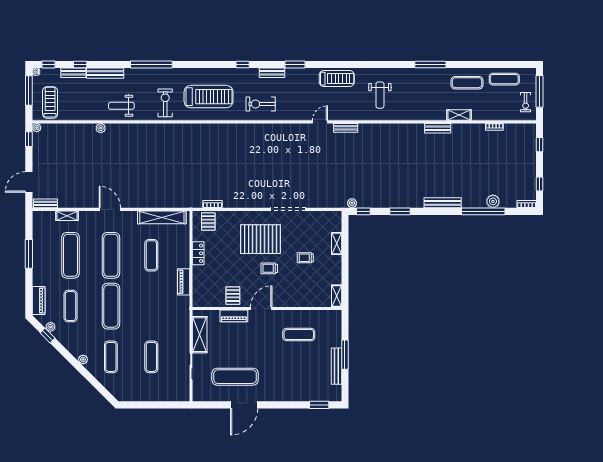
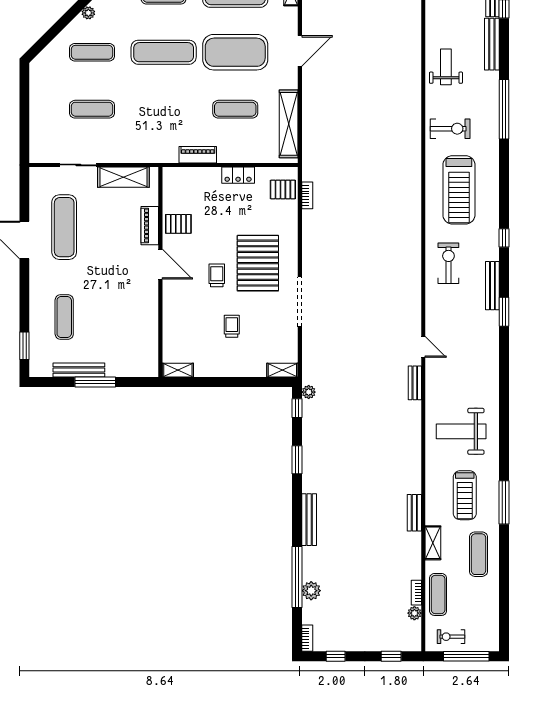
bench: (272, 73) -> (492, 286), width x1.36
treadmill: (337, 79) -> (465, 495), moved
exercise mat: (504, 79) -> (438, 594), moved
weight bench: (380, 95) -> (461, 431), width x1.36, depth x1.33
plant: (101, 128) -> (414, 613), moved
shelving: (337, 243) -> (282, 370), moved
exercise mat: (111, 255) -> (235, 52), width x1.47
exercise mat: (299, 335) -> (64, 317), moved

